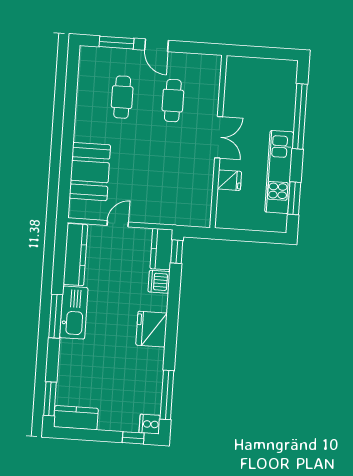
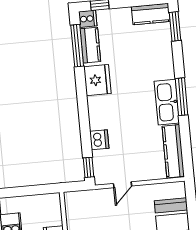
door: (118, 224) -> (123, 185), moved
kitchen counter: (161, 249) -> (90, 45), moved
fridge: (152, 329) -> (97, 80), moved

